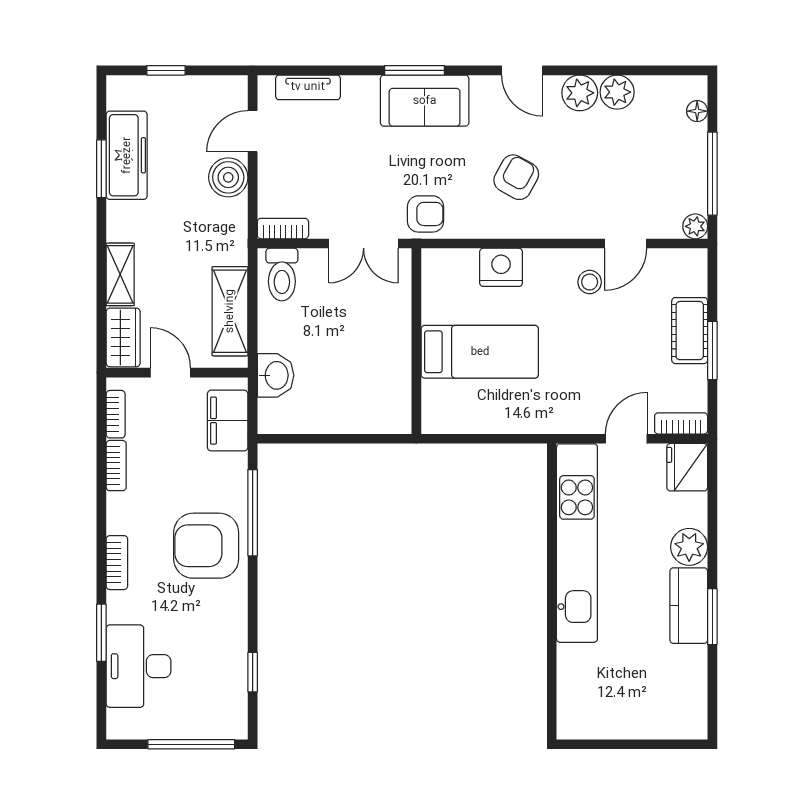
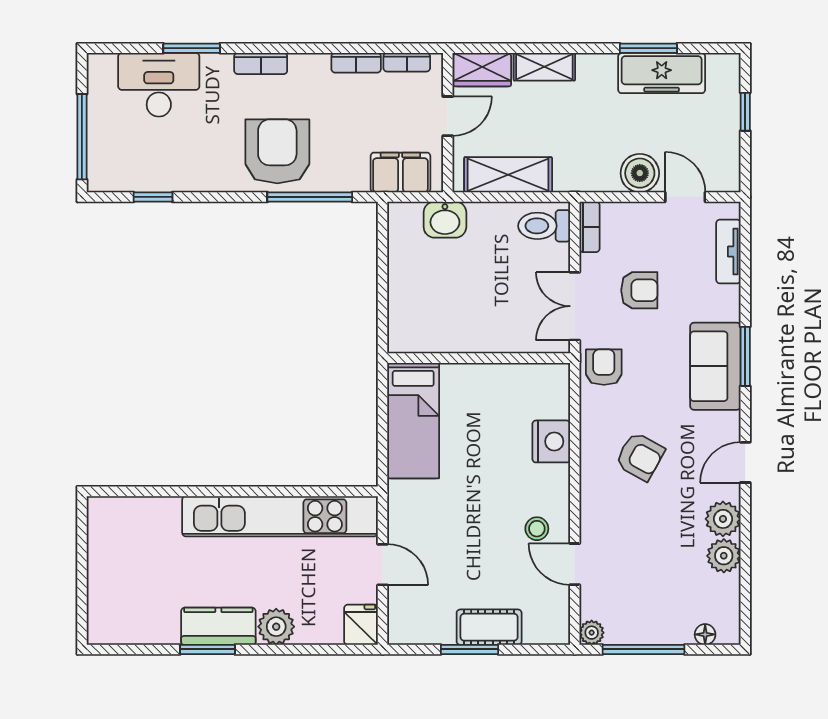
armchair: (347, 178) -> (639, 290), added
armchair: (425, 214) -> (604, 367), turned 180
bed: (480, 352) -> (413, 421), moved
bookcase: (681, 423) -> (398, 619), removed
fridge: (687, 467) -> (361, 625), width x0.72

